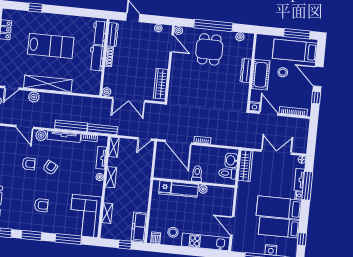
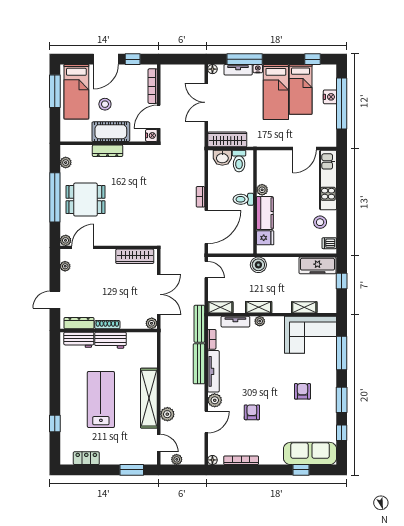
armchair: (50, 168) -> (254, 385), removed
boiler: (144, 180) -> (258, 265), added

